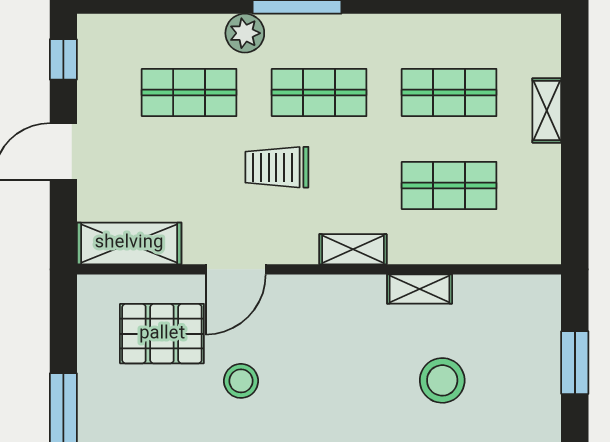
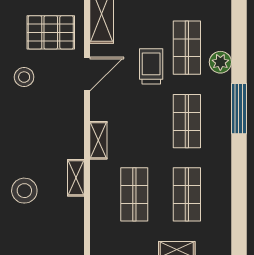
plant: (245, 33) -> (220, 62), moved
trolley: (277, 167) -> (151, 66), moved
door: (236, 269) -> (87, 74), swing flipped
pallet: (162, 334) -> (51, 32), turned 90

